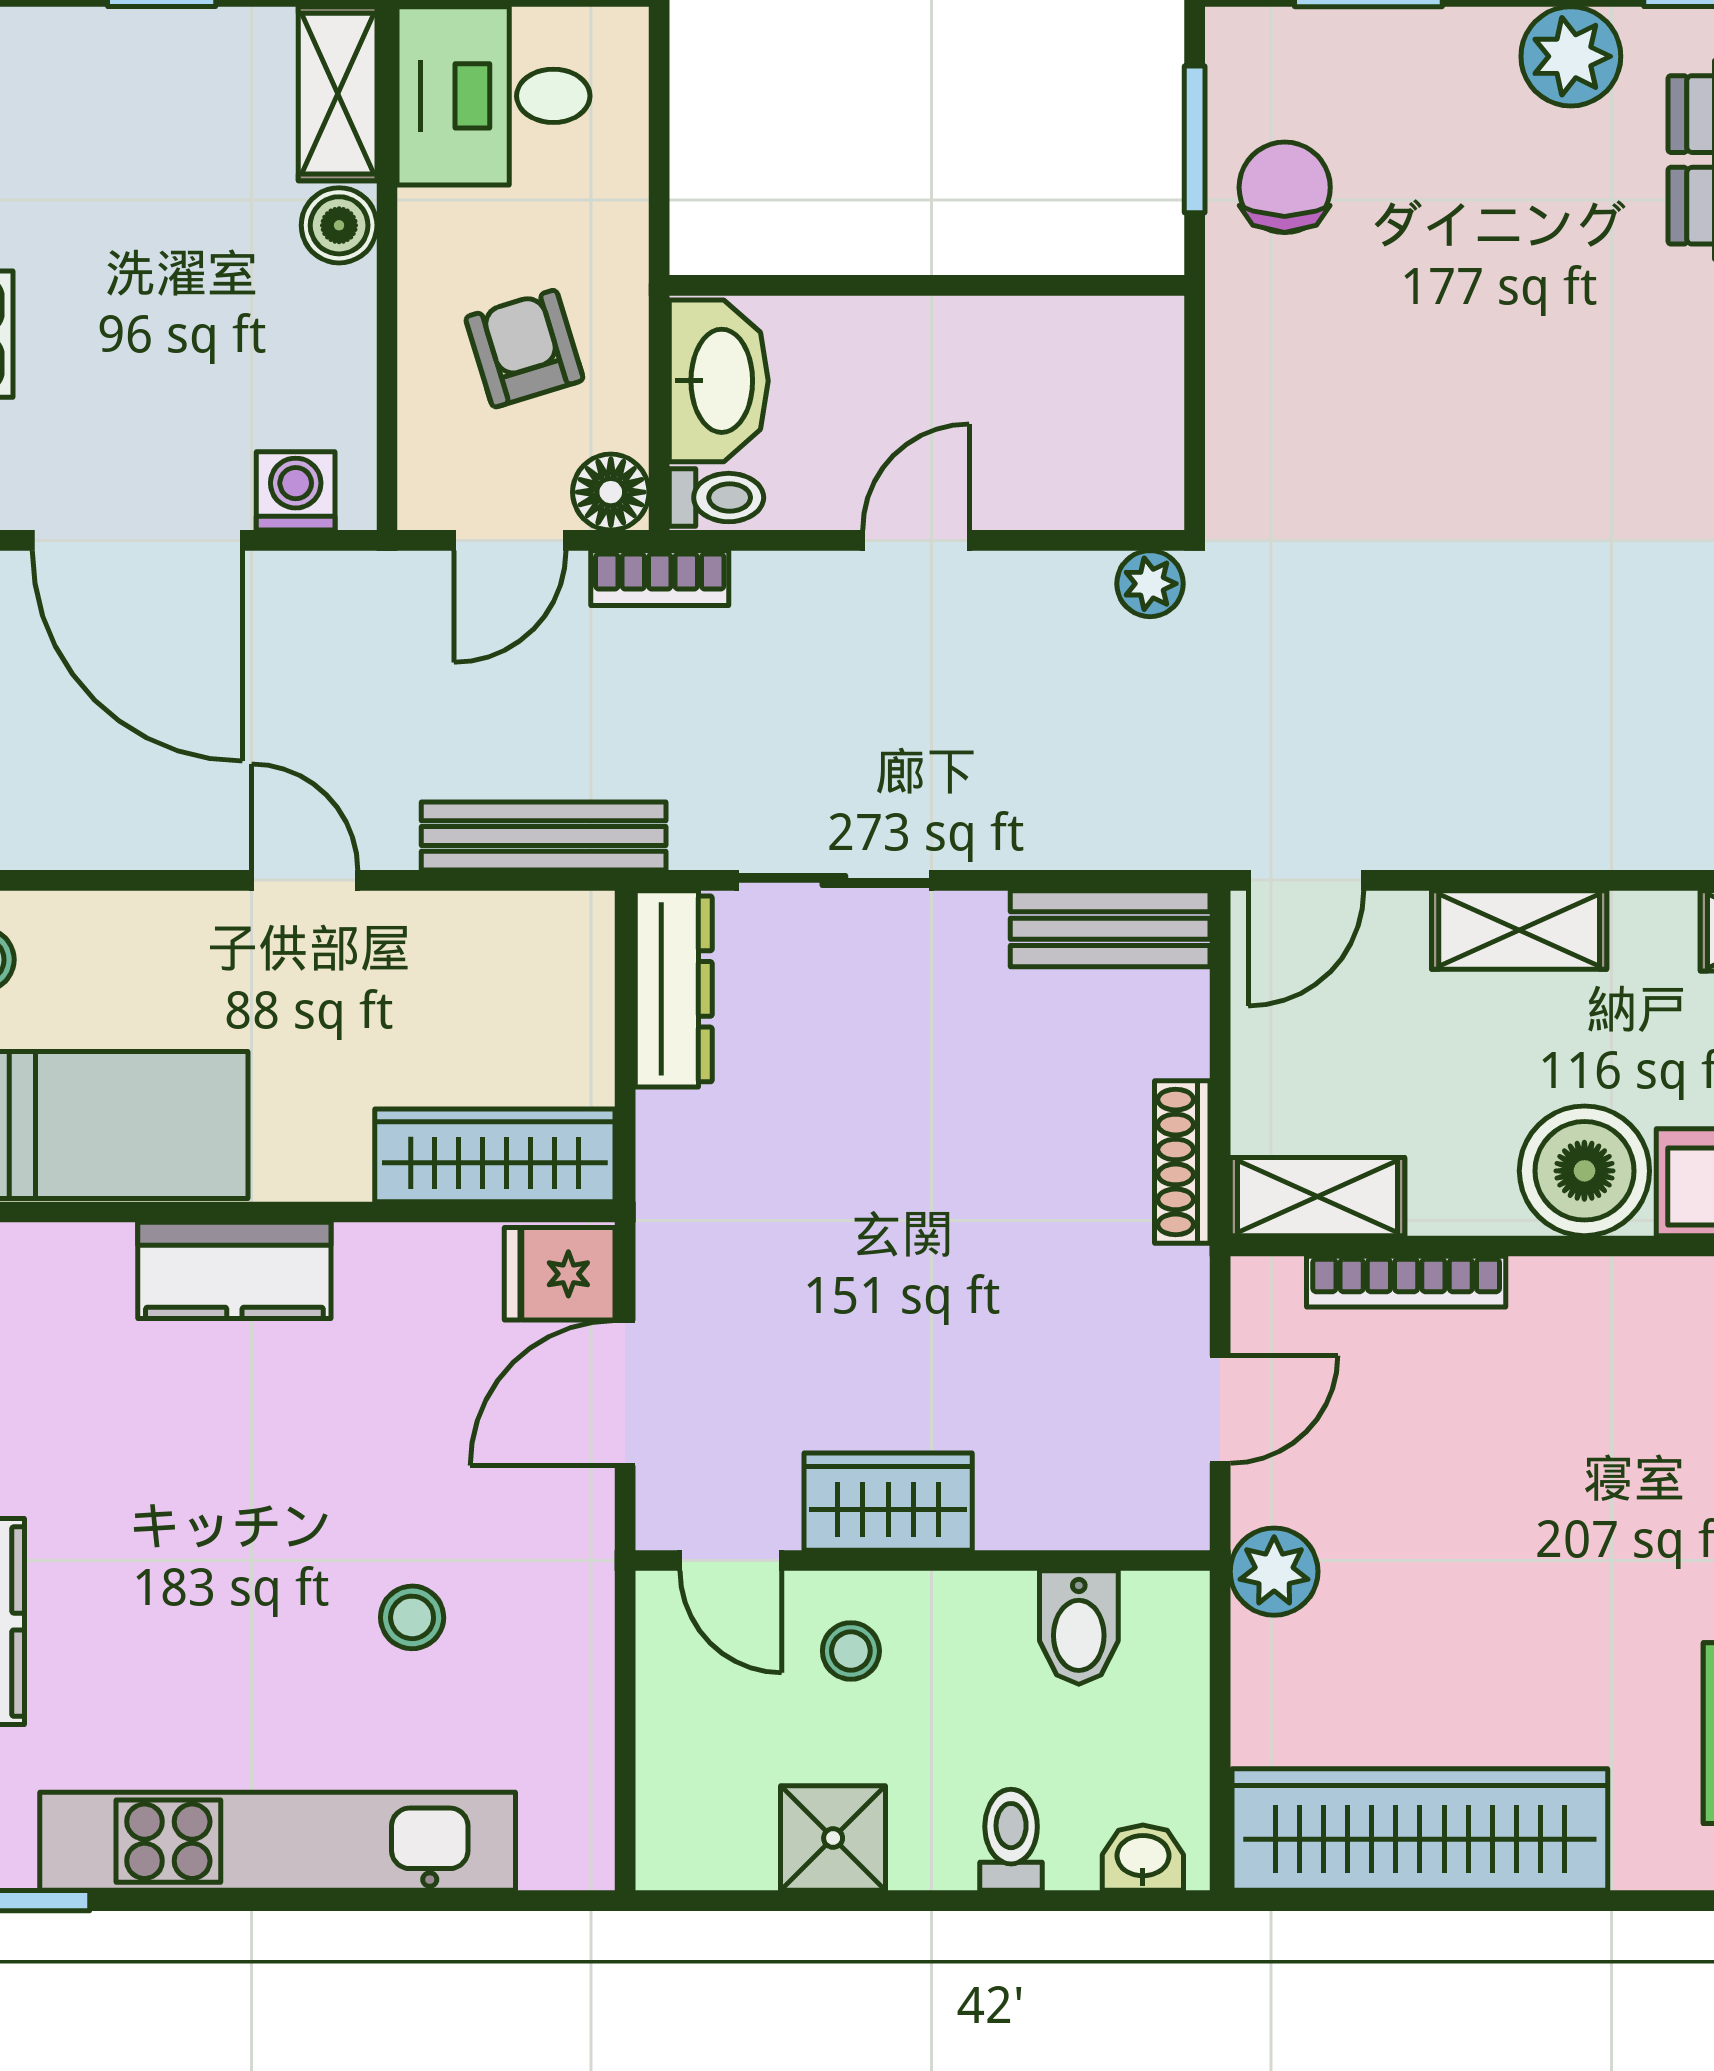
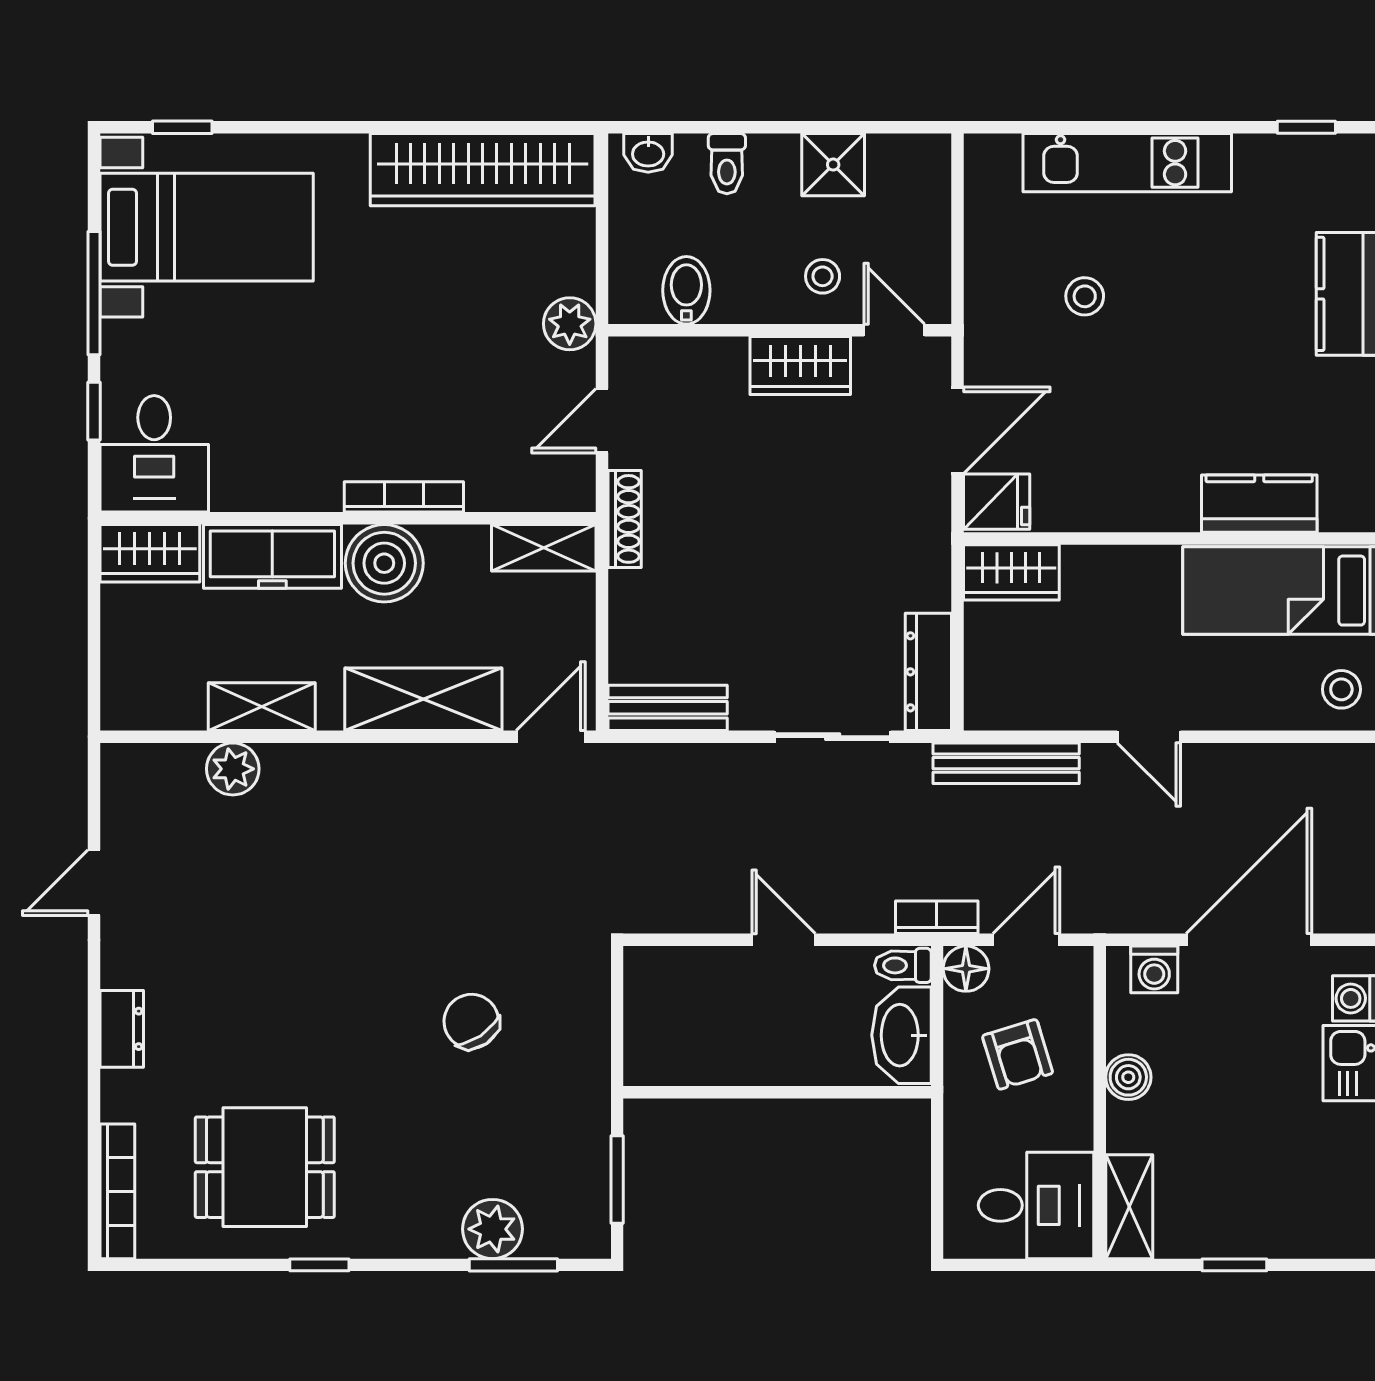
plant: (1571, 56) -> (493, 1229), moved
chair: (1285, 187) -> (471, 1021), moved, turned 146
boiler: (339, 225) -> (1128, 1077), moved
door: (137, 540) -> (1249, 940), hinge flipped
door: (916, 540) -> (784, 940), swing flipped
plant: (1150, 584) -> (644, 914), removed
shelving: (1519, 930) -> (423, 699), width x1.50, depth x1.33
wardrobe: (495, 1155) -> (1011, 572), width x0.67
shoe rack: (1182, 1162) -> (625, 519), moved
kitchen counter: (234, 1270) -> (1259, 504), moved
bookcase: (1406, 1282) -> (404, 497), moved
kitchen unit: (278, 1841) -> (1127, 163), width x0.73

